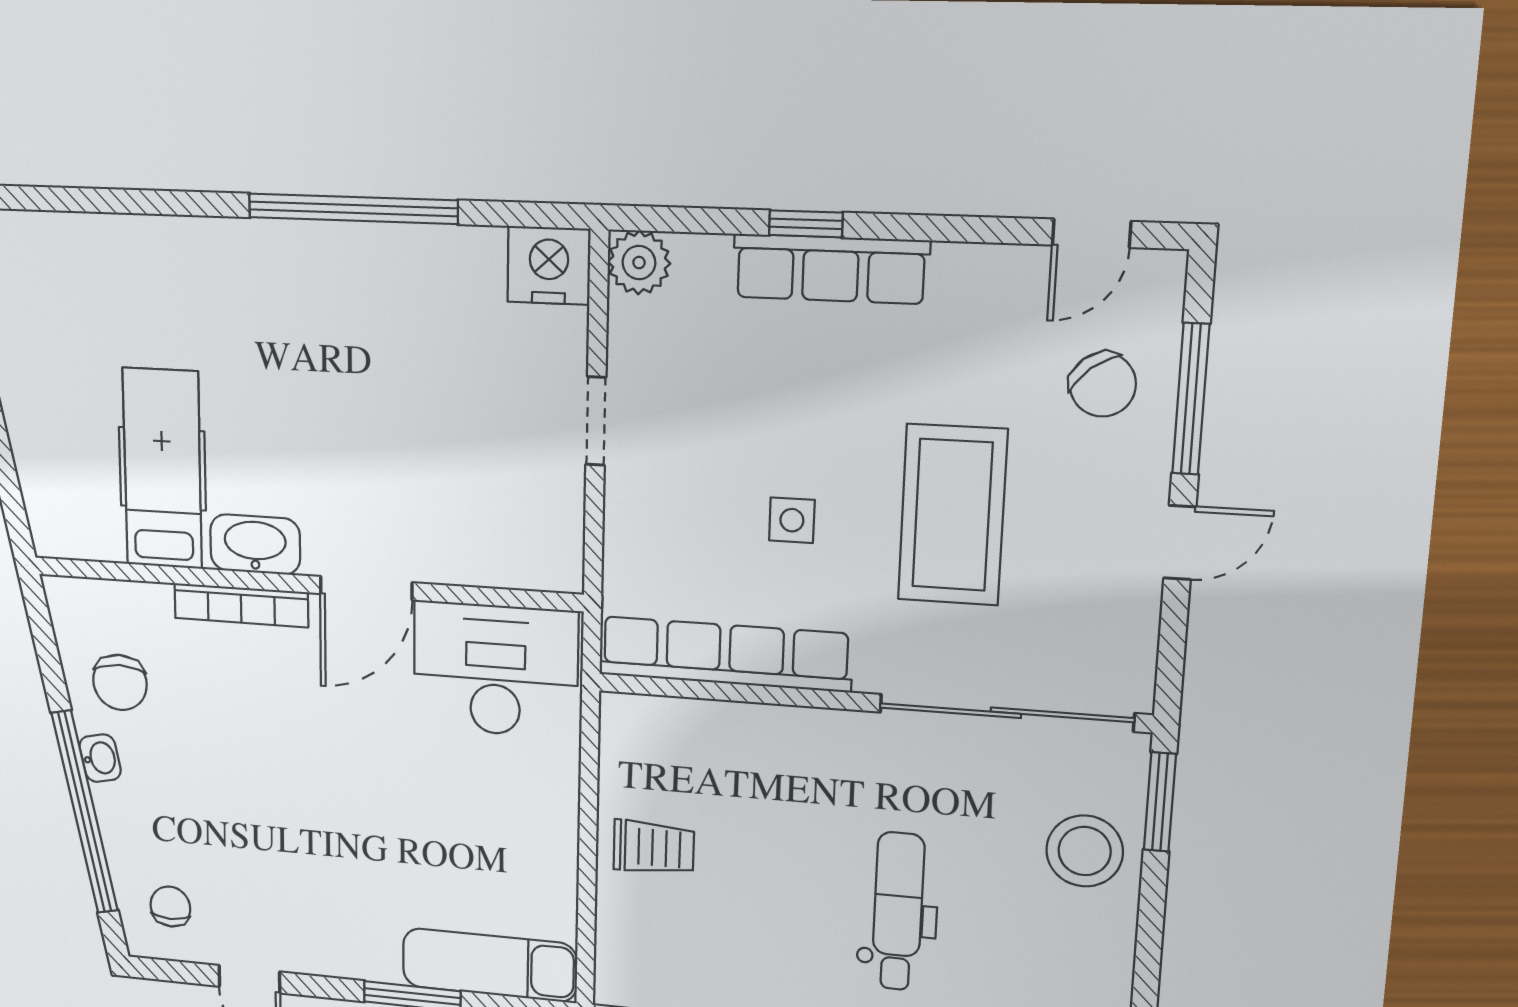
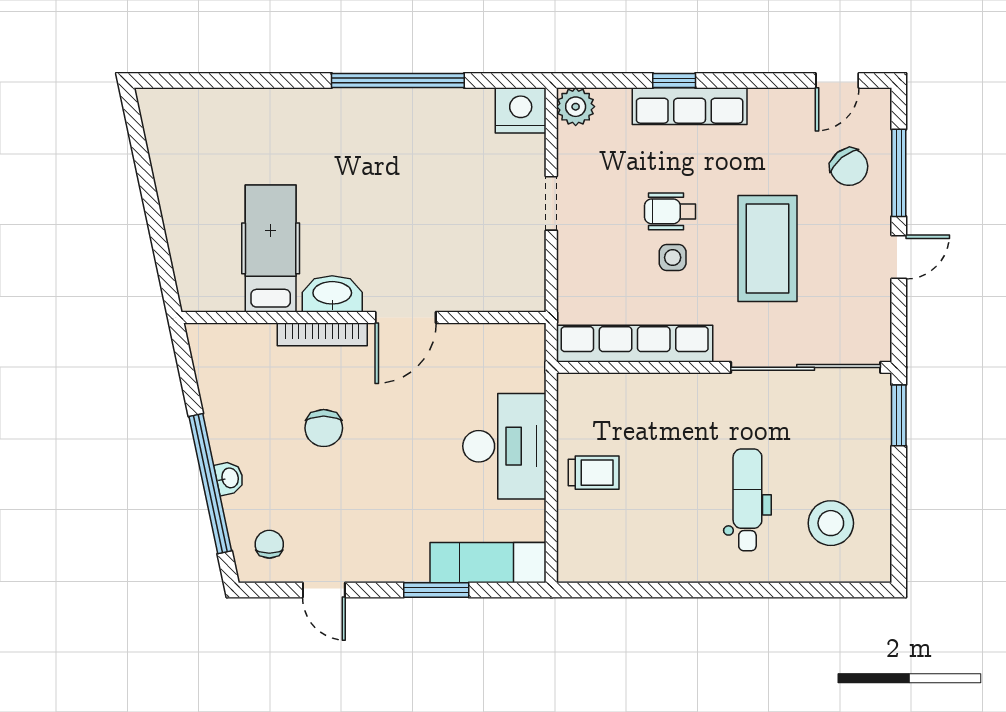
wheelchair: (790, 444) -> (670, 211), added
desk: (495, 670) -> (504, 446), moved, turned 90
chair: (120, 682) -> (324, 428), moved
washbasin: (100, 758) -> (229, 478), moved
stool: (1085, 851) -> (831, 523), moved

